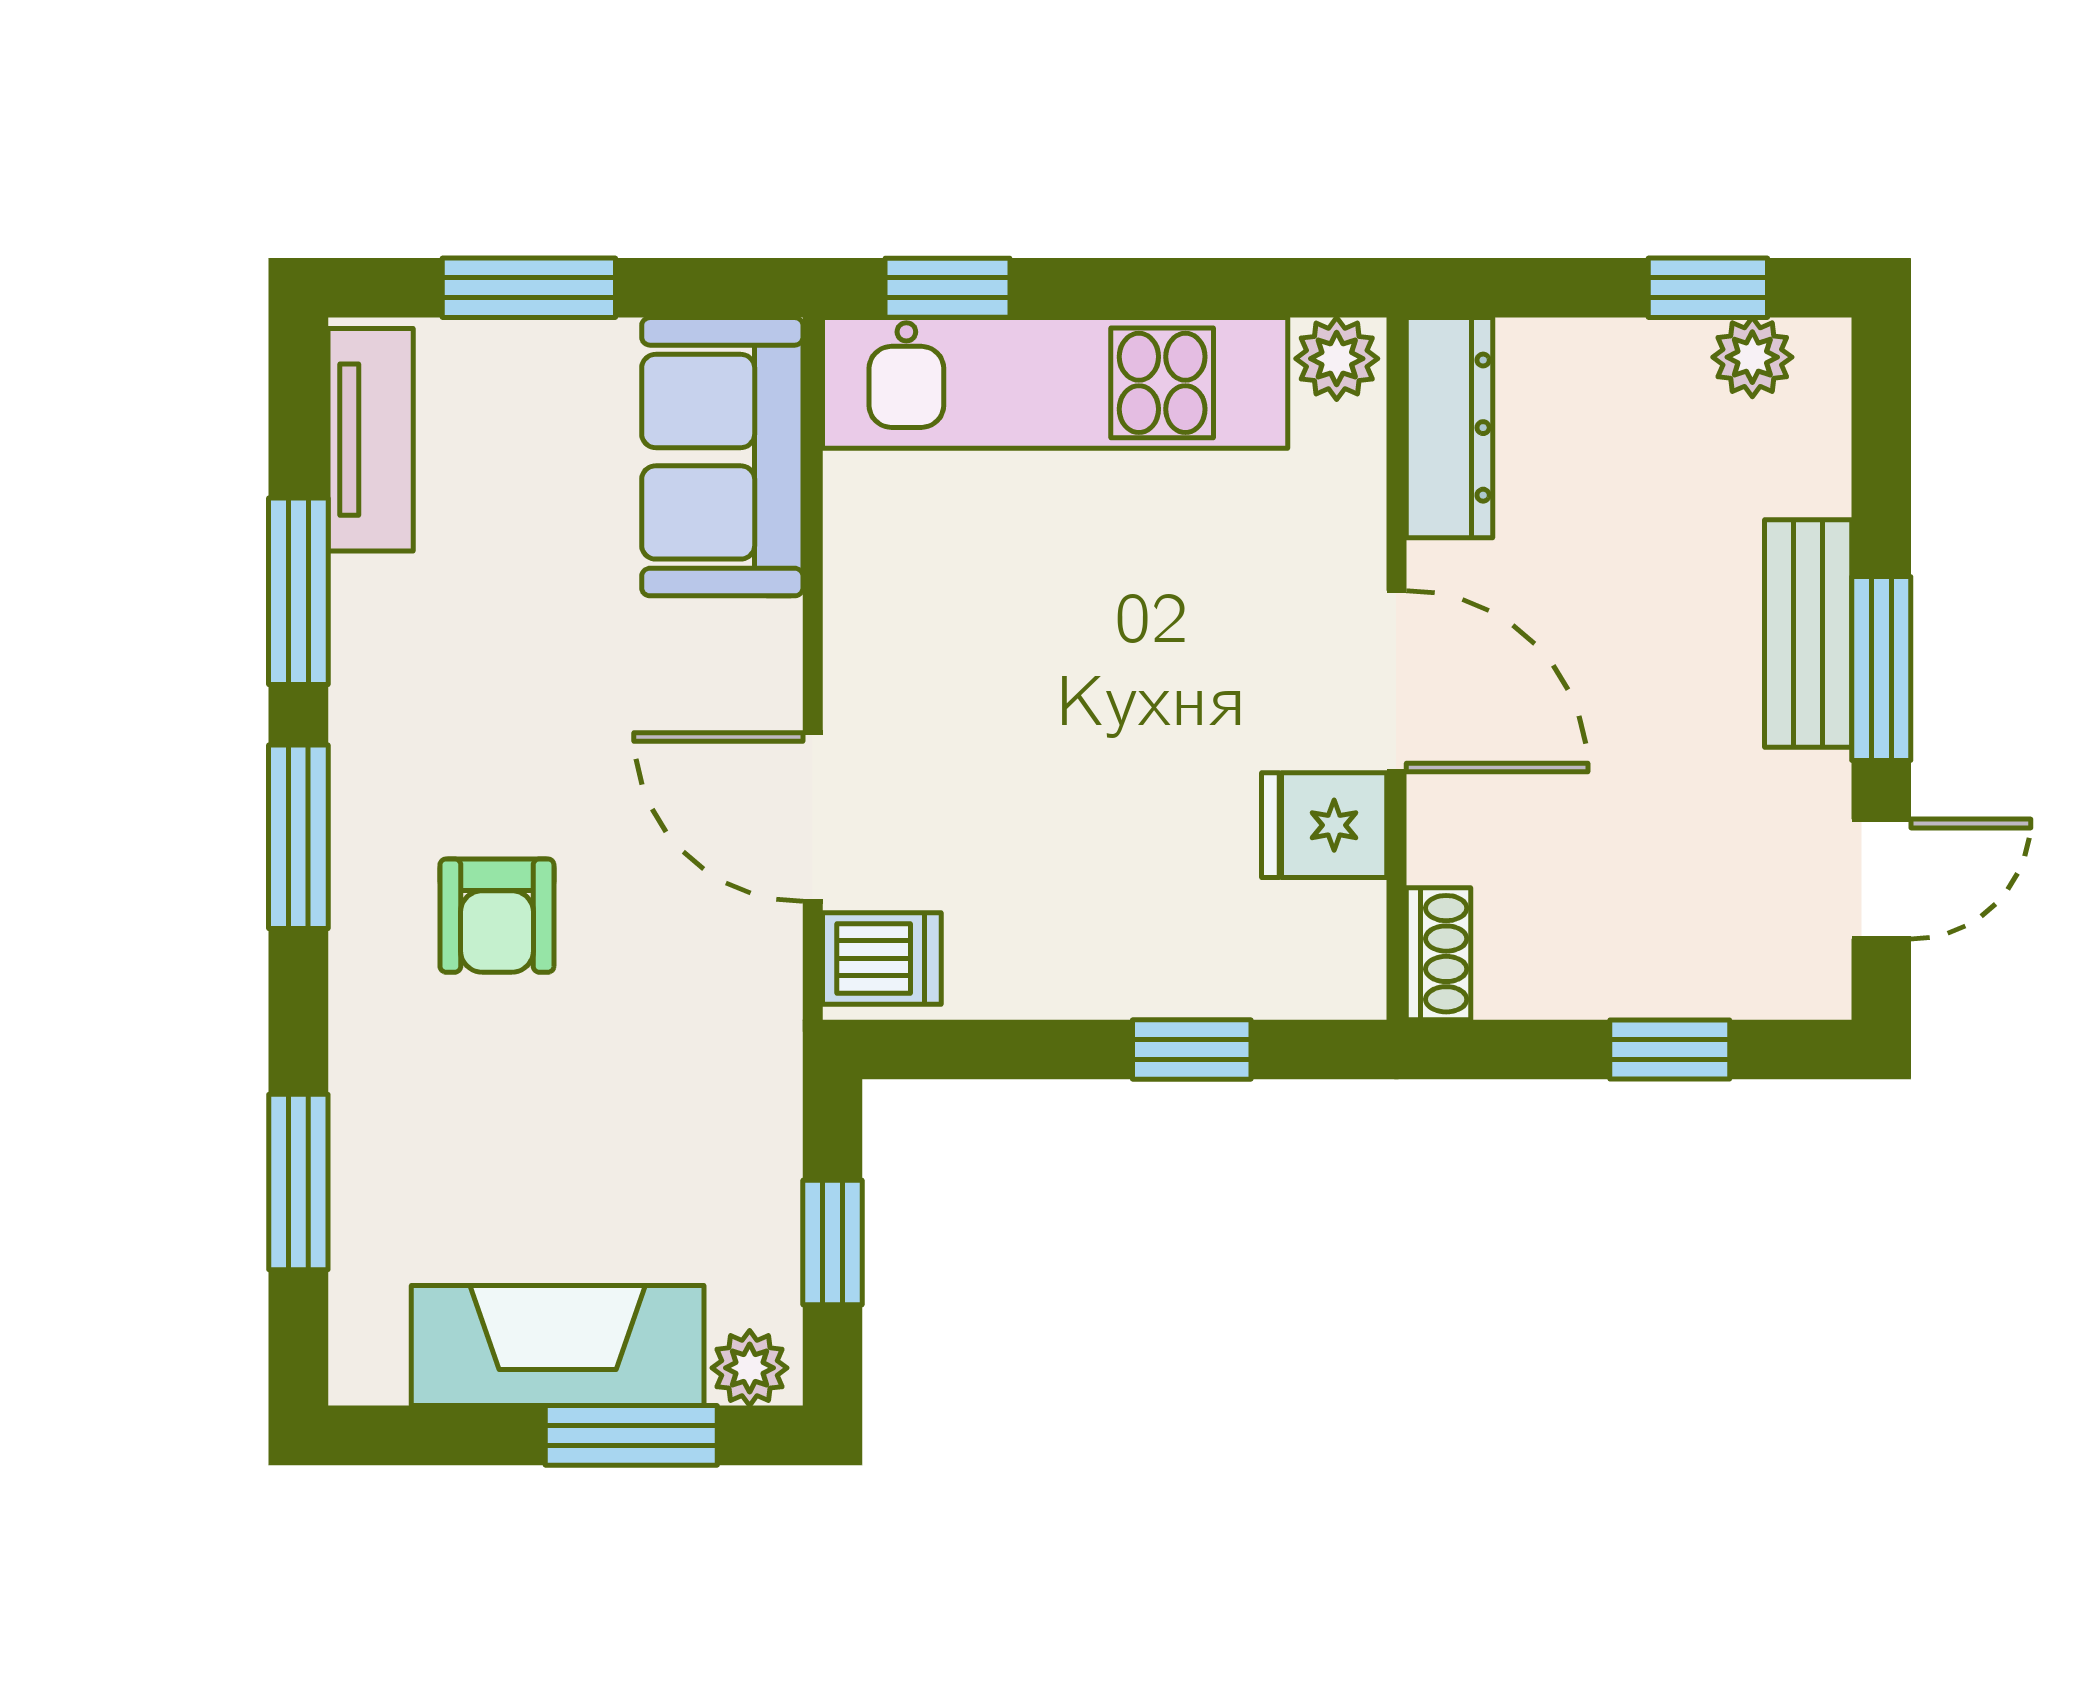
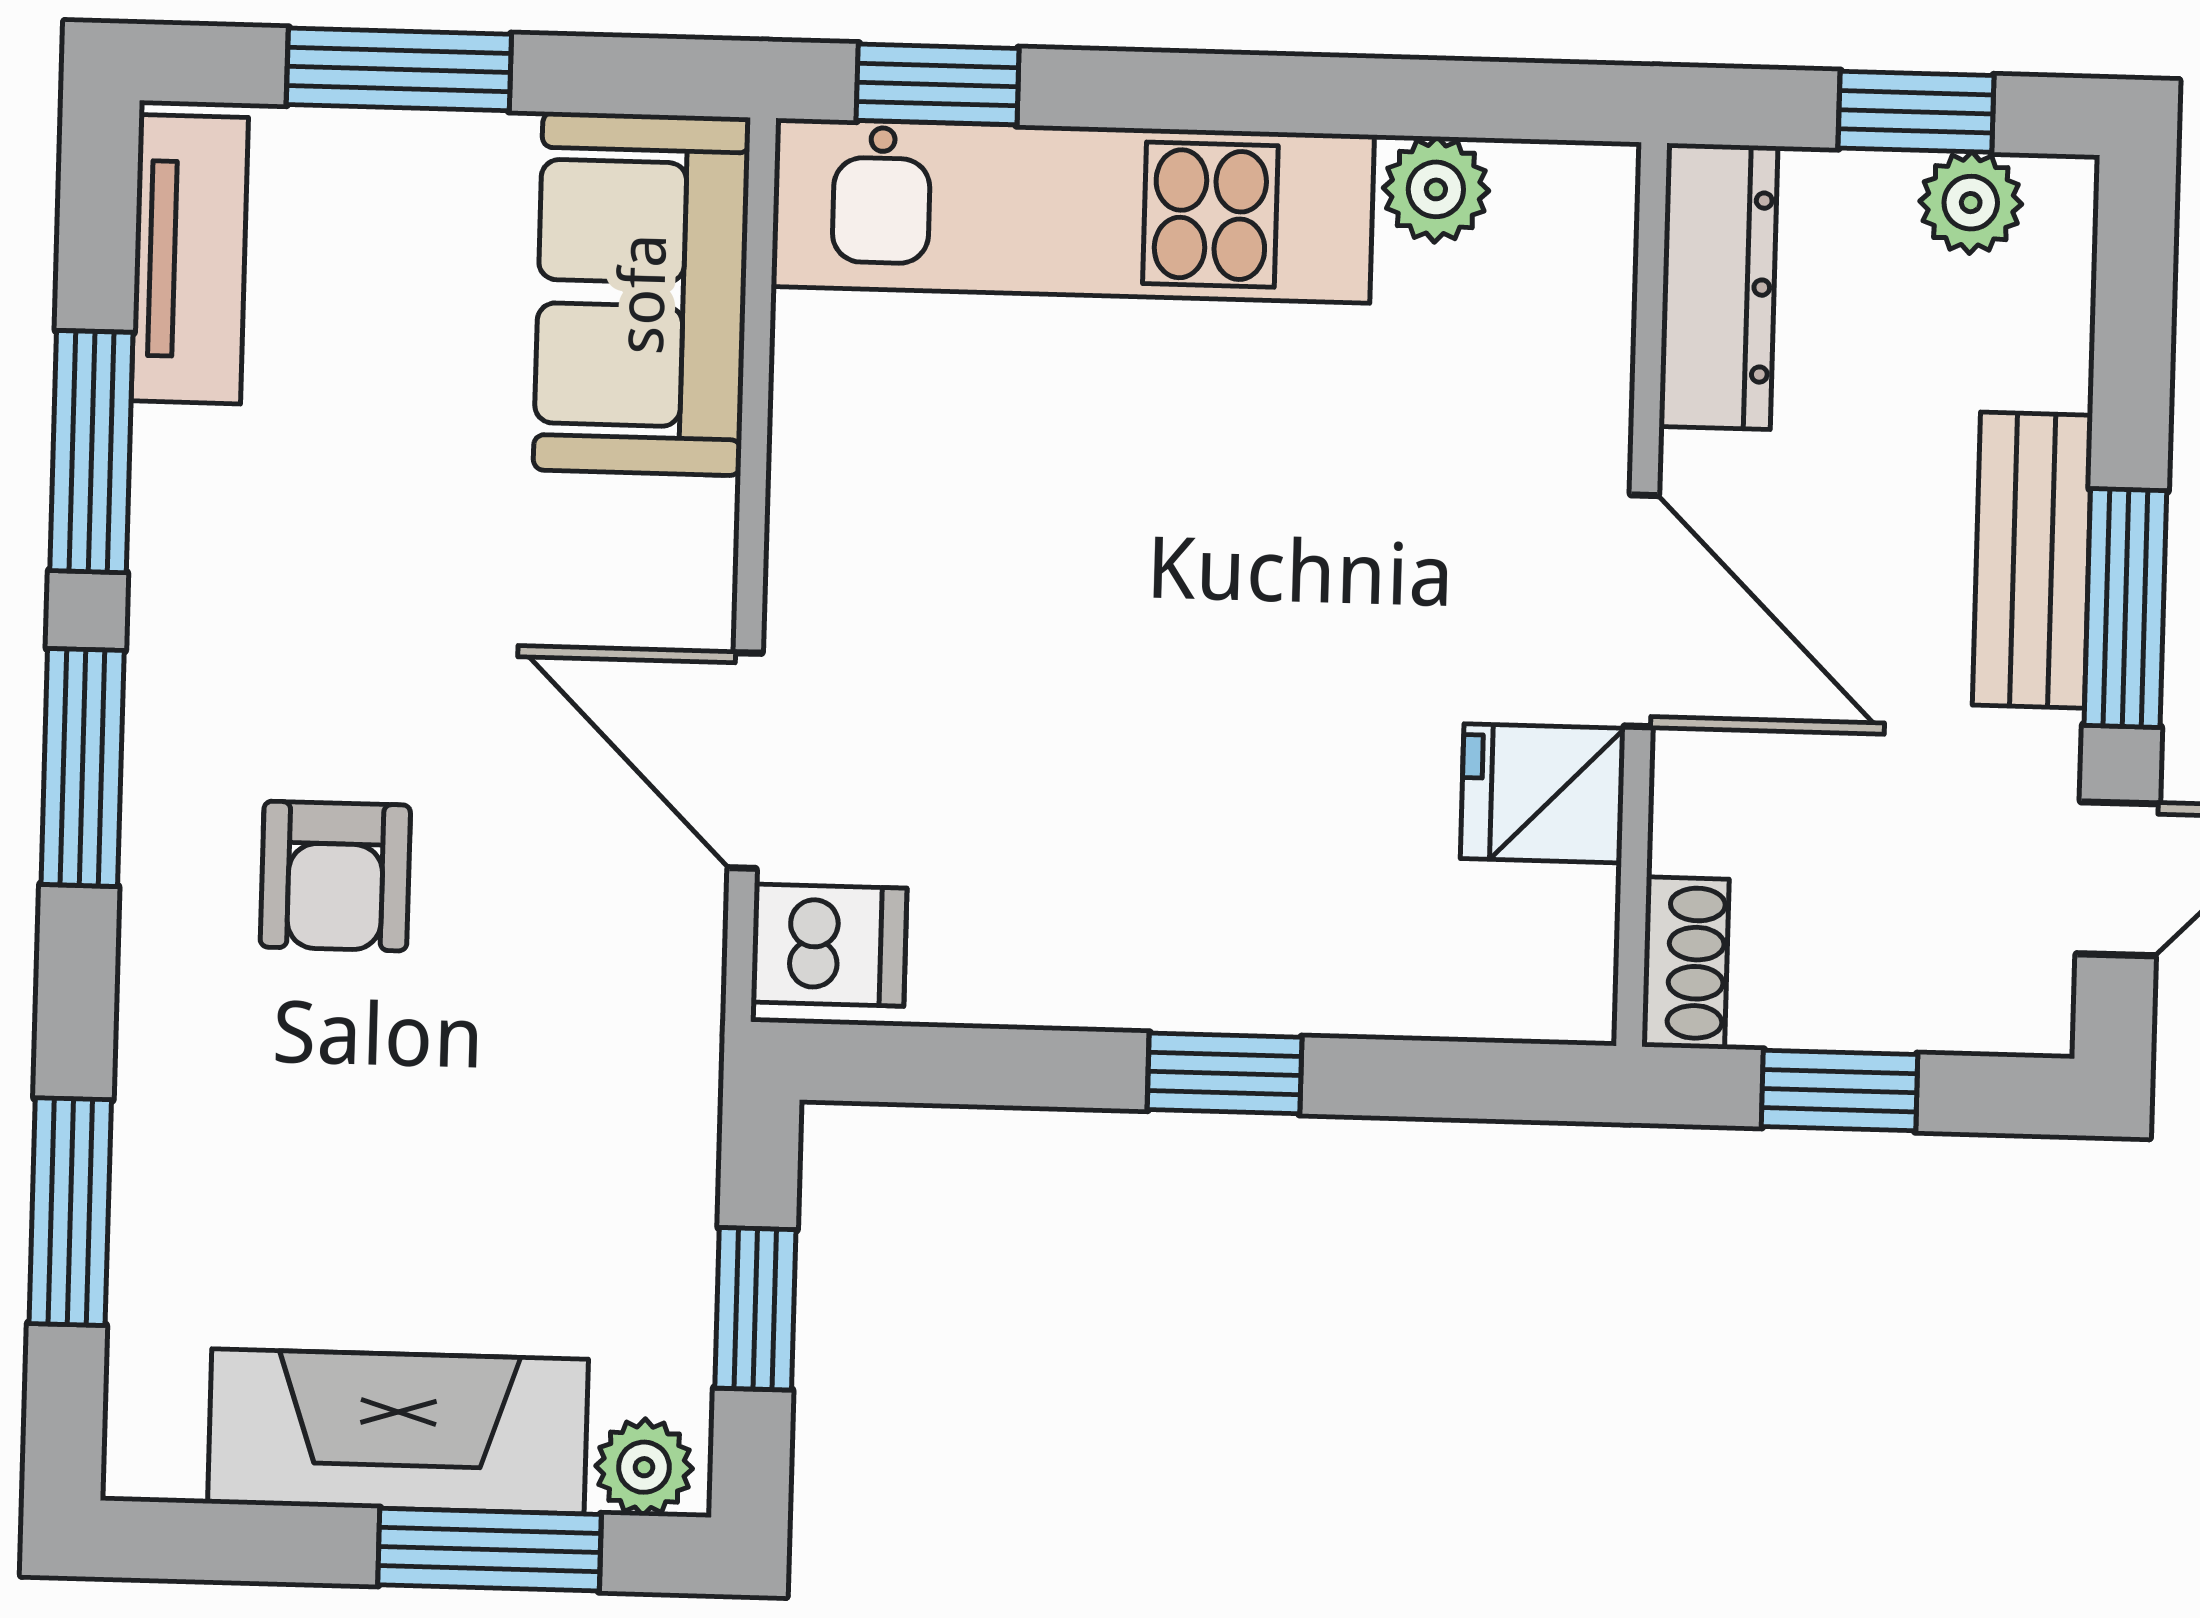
dresser: (1449, 428) -> (1718, 286), moved
wall: (1396, 669) -> (1642, 595), moved
door: (1396, 681) -> (1641, 611), moved
fridge: (1324, 825) -> (1543, 793), moved
shoe rack: (1438, 954) -> (1685, 963), moved

